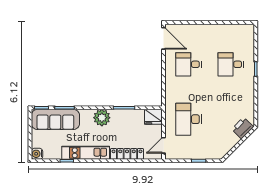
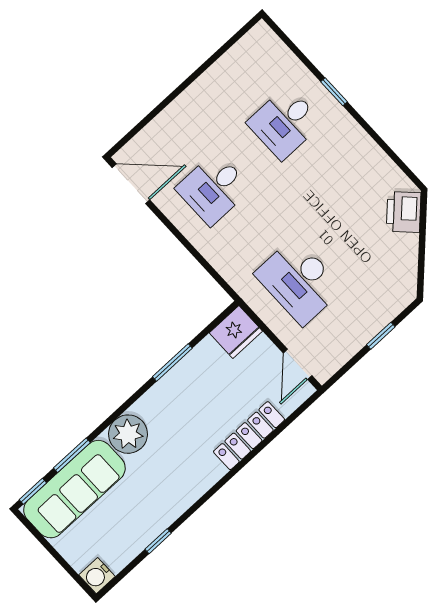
plant: (102, 118) -> (128, 434), moved
kitchen unit: (86, 153) -> (177, 498), removed

